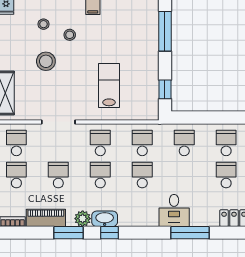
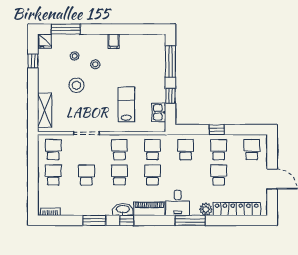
window: (165, 89) -> (170, 96), moved
kitchen sink: (150, 96) -> (159, 112), added
window: (224, 117) -> (217, 130), added
piano: (46, 218) -> (149, 209), moved
plant: (83, 219) -> (206, 209), moved

